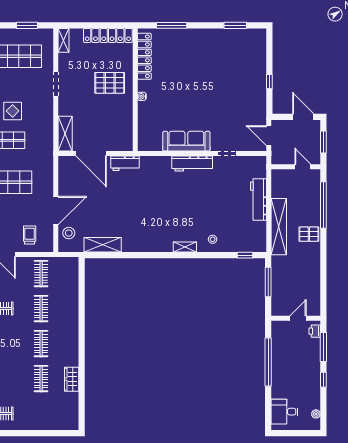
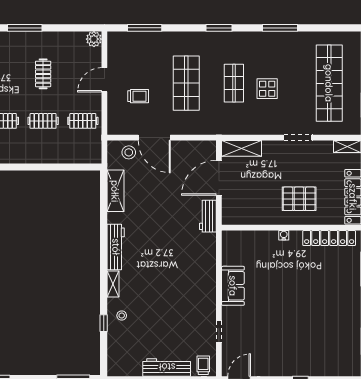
pallet: (110, 83) -> (299, 199), turned 90
sofa: (186, 141) -> (233, 286), width x0.73
workbench: (192, 164) -> (116, 247), moved, turned 180
trolley: (256, 167) -> (203, 365), added
trolley: (30, 235) -> (138, 96), moved
window: (245, 255) -> (104, 323), moved

